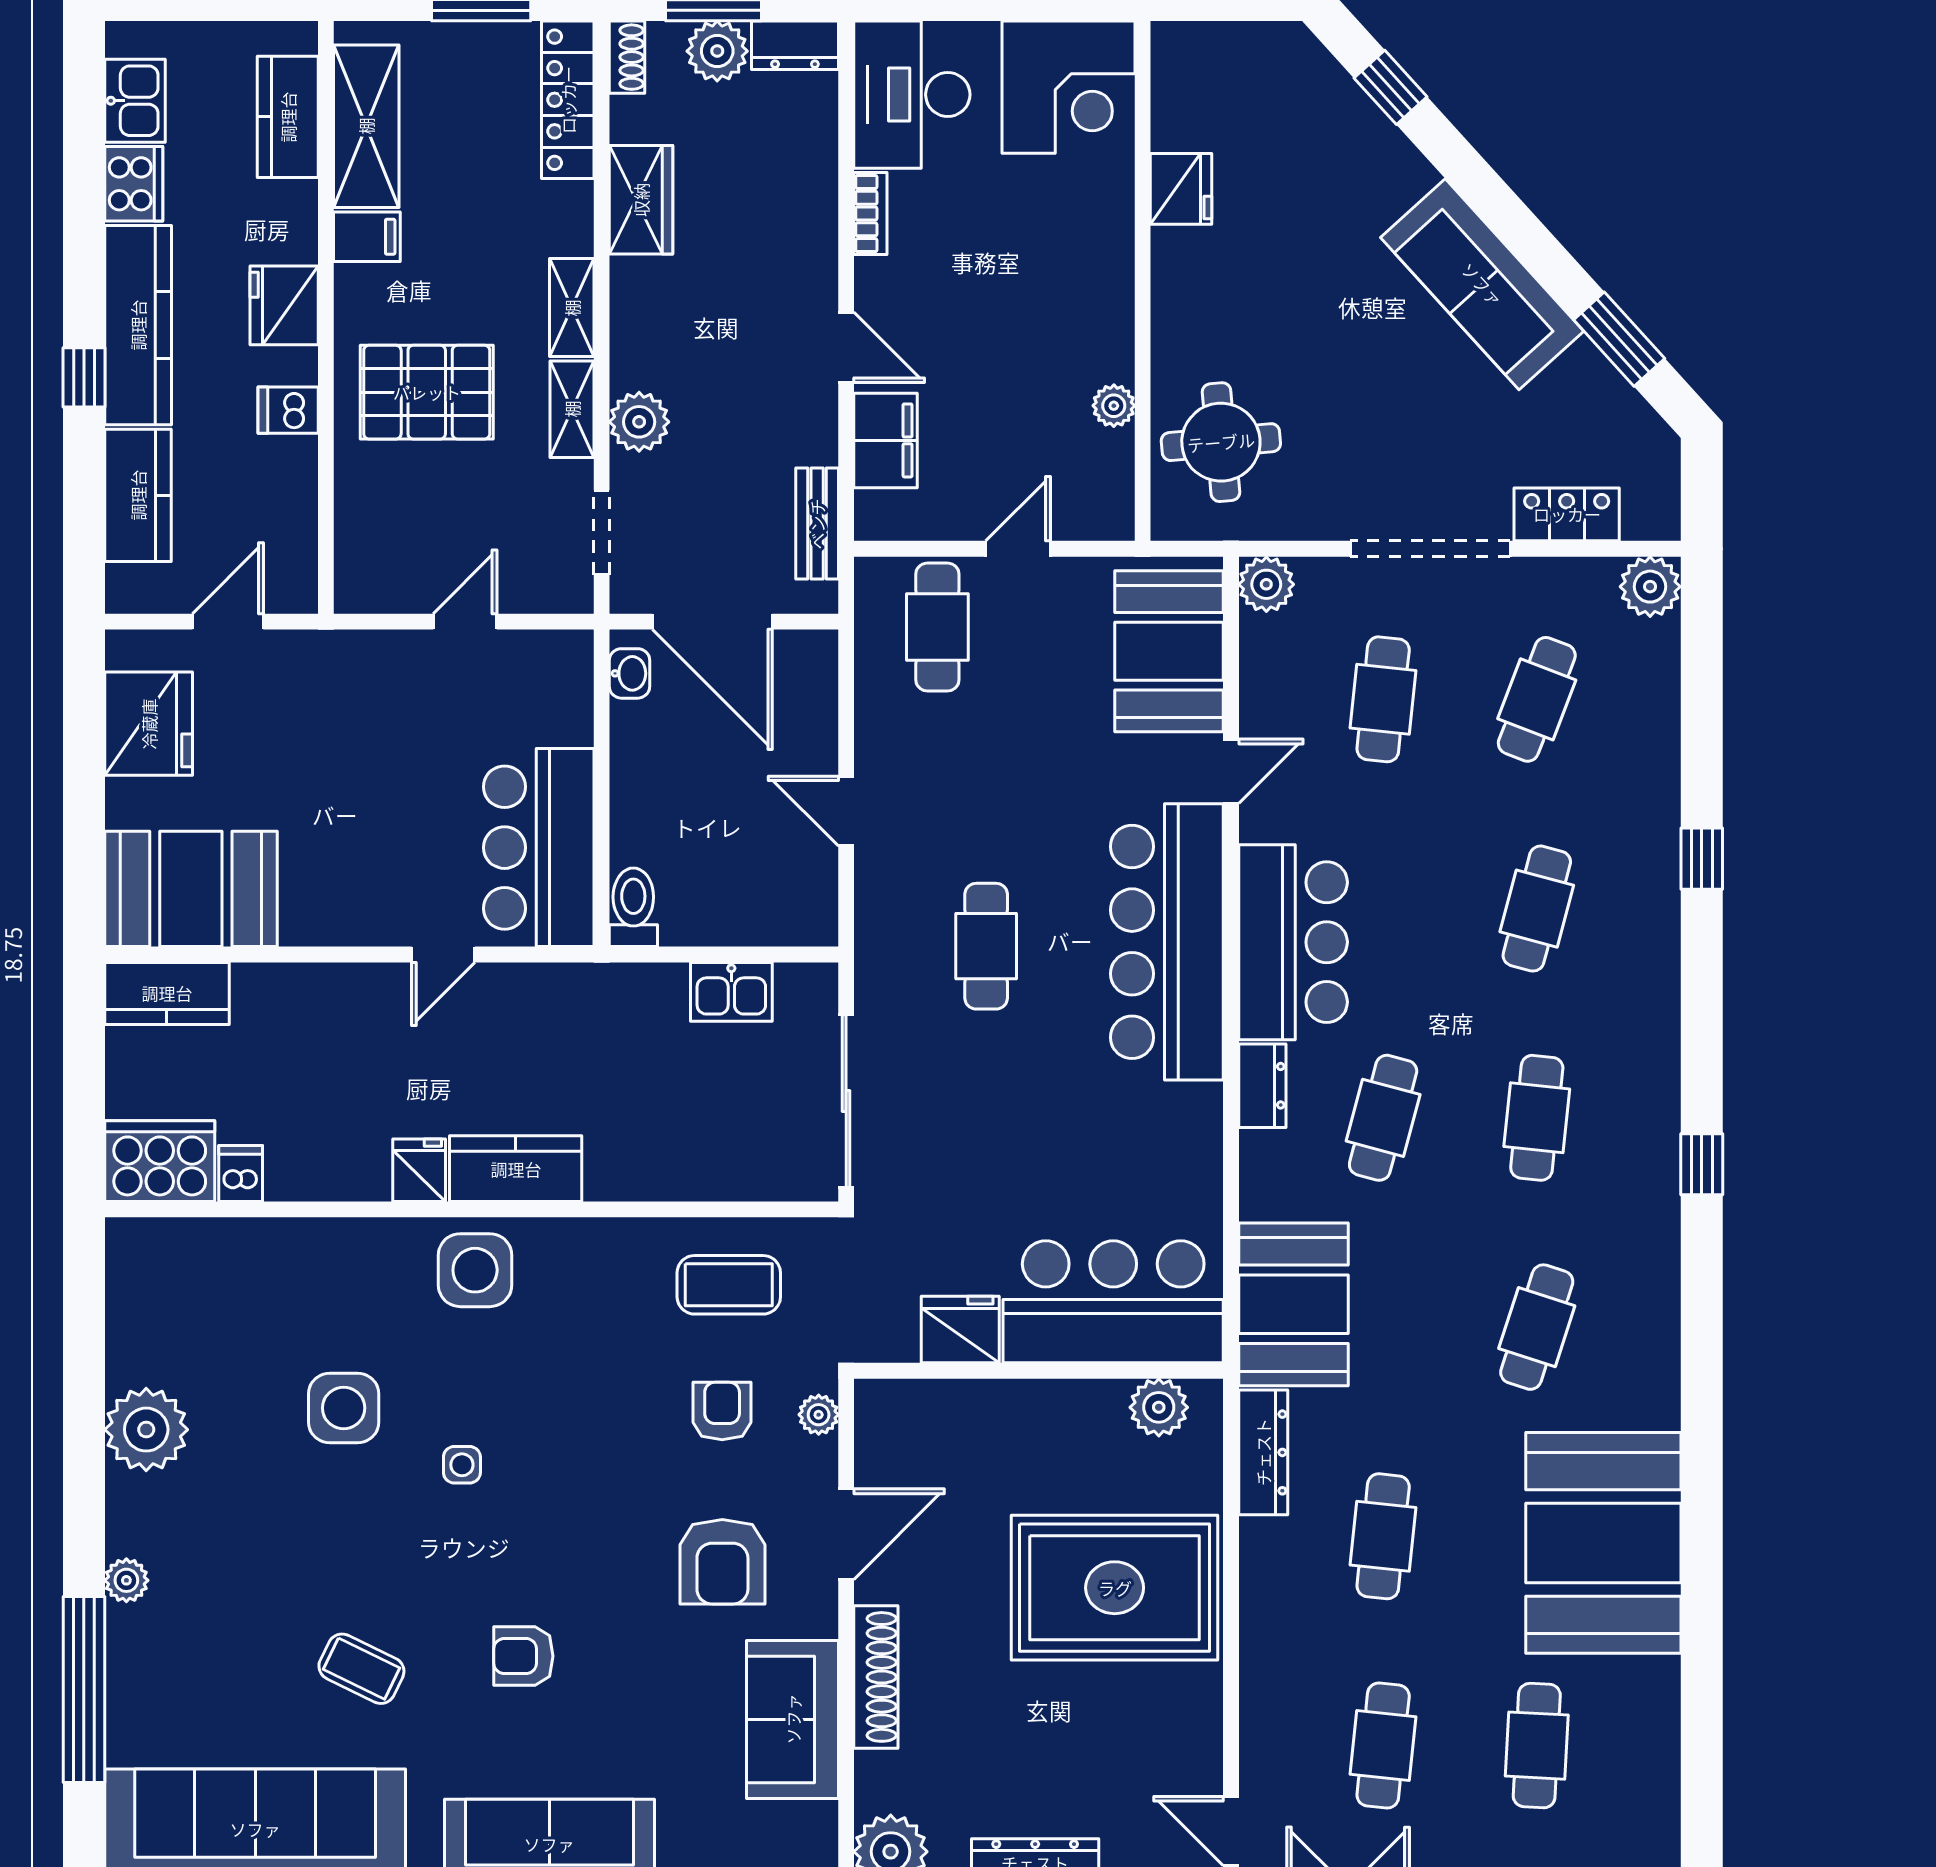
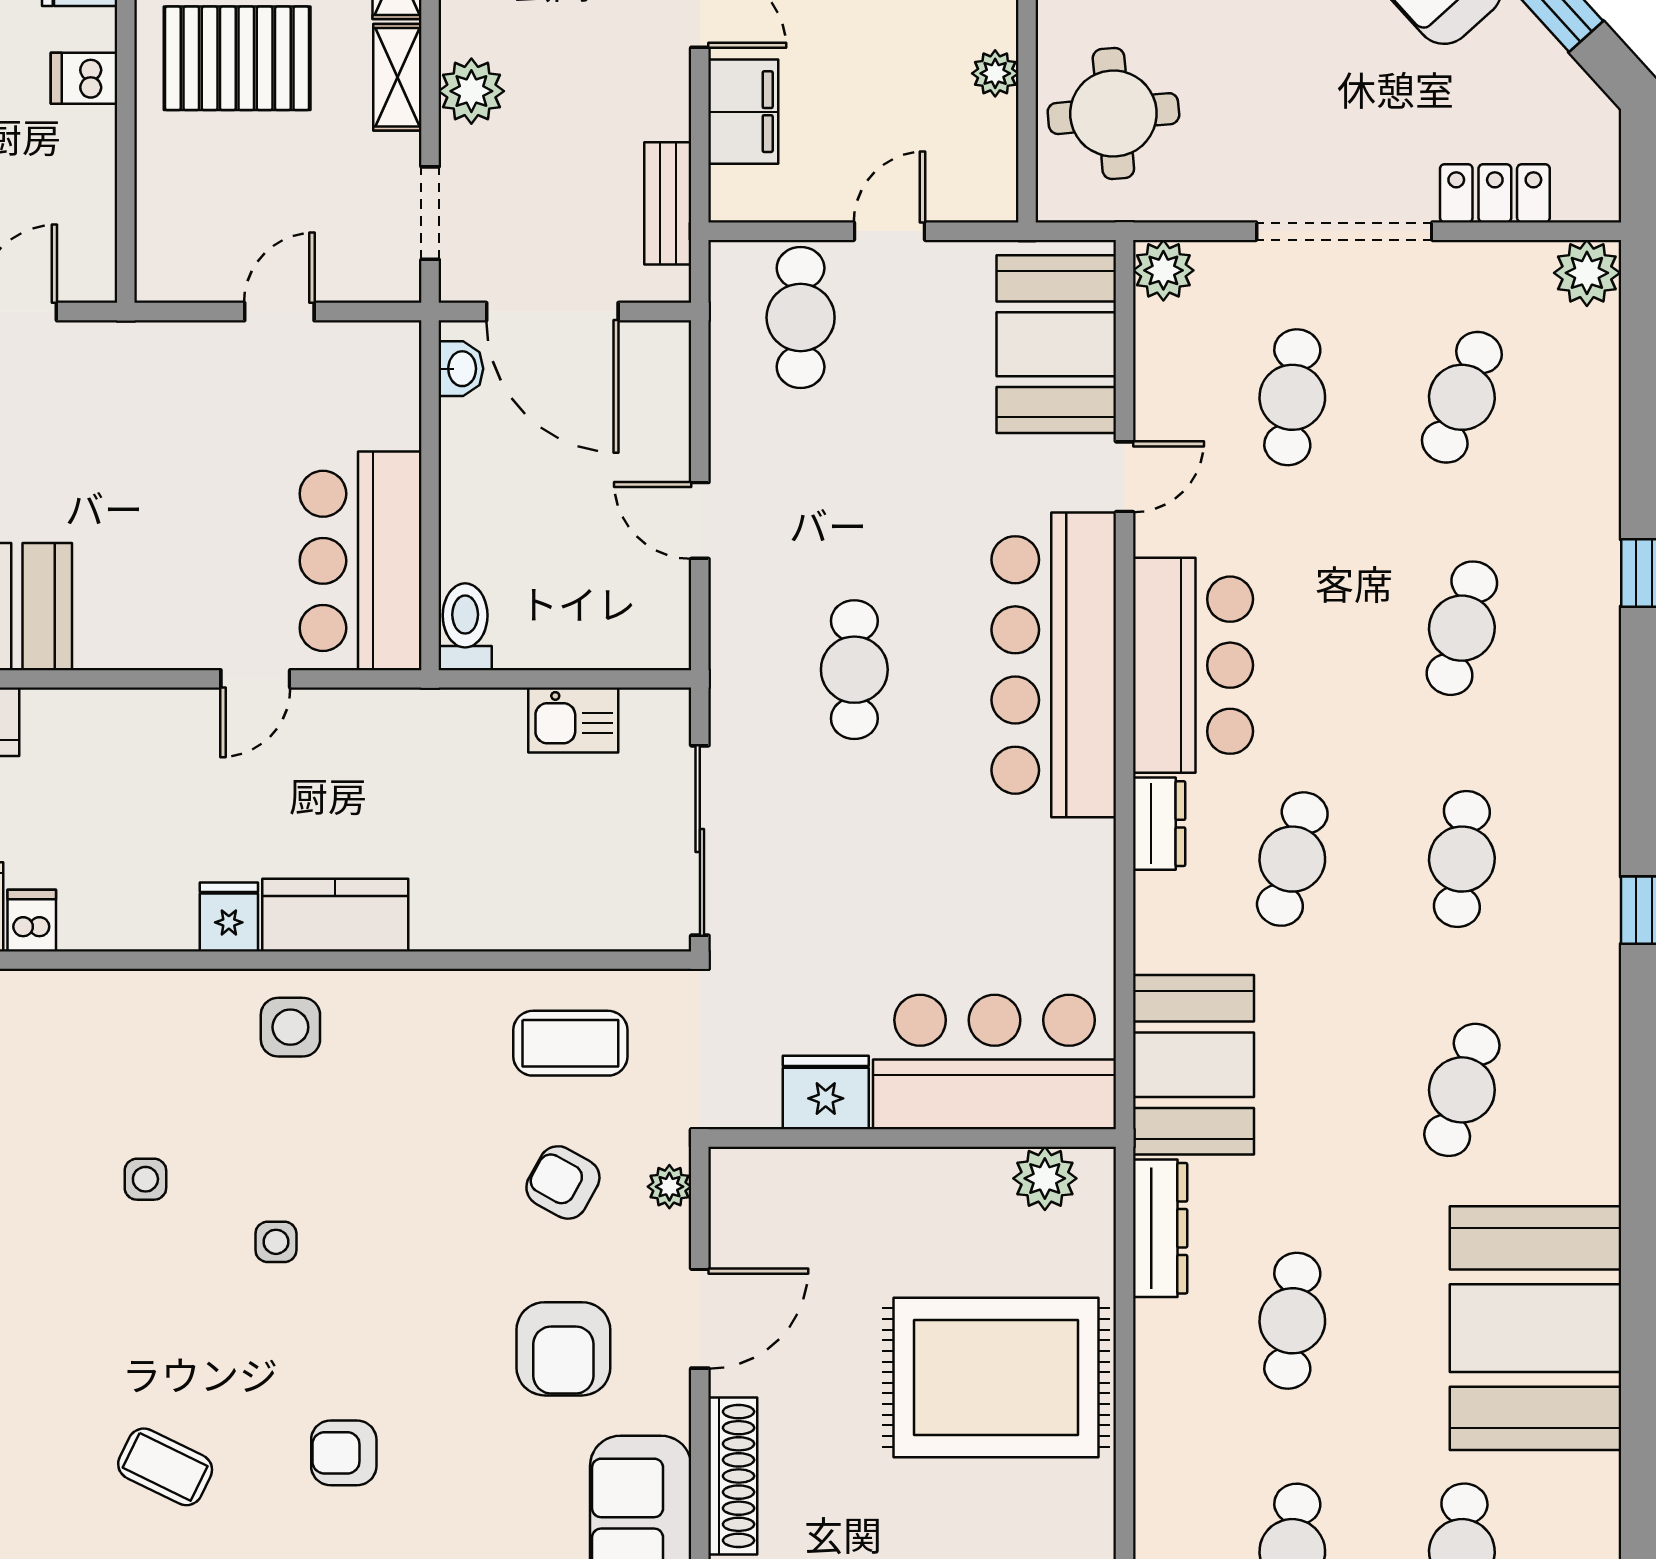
side table: (475, 1270) -> (290, 1027), width x0.73, depth x0.73
side table: (344, 1408) -> (145, 1179), width x0.54, depth x0.54
armchair: (722, 1411) -> (563, 1182), turned -61

